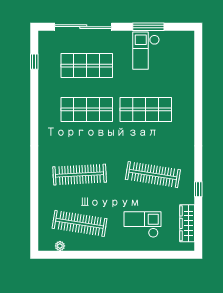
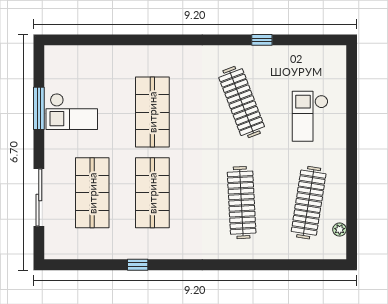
sliding door: (83, 27) -> (39, 198), width x0.73
window: (34, 62) -> (138, 265), moved
clothes rail: (153, 175) -> (242, 102), turned -30
wardrobe: (187, 223) -> (308, 55), removed

